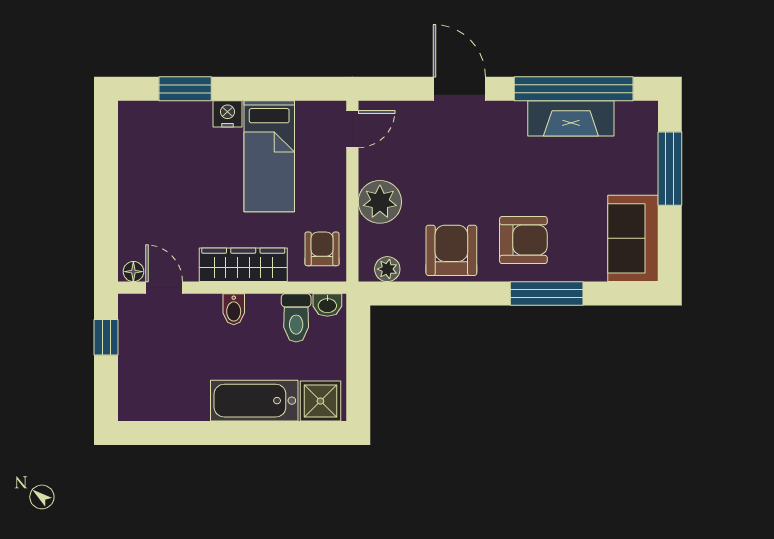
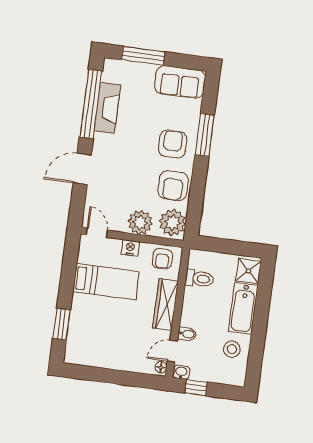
nightstand: (228, 114) -> (130, 248), moved, turned 90
armchair: (322, 249) -> (162, 259), turned -90
armchair: (451, 250) -> (173, 186), turned -90
plant: (387, 269) -> (173, 222), width x1.87, depth x1.87
washbasin: (327, 305) -> (181, 372), moved, turned -90
bidet: (234, 309) -> (187, 334), moved
stool: (181, 390) -> (232, 349), added

